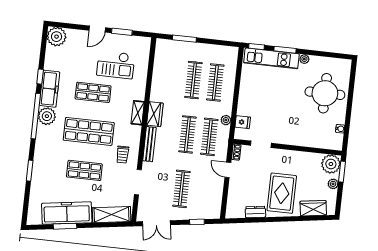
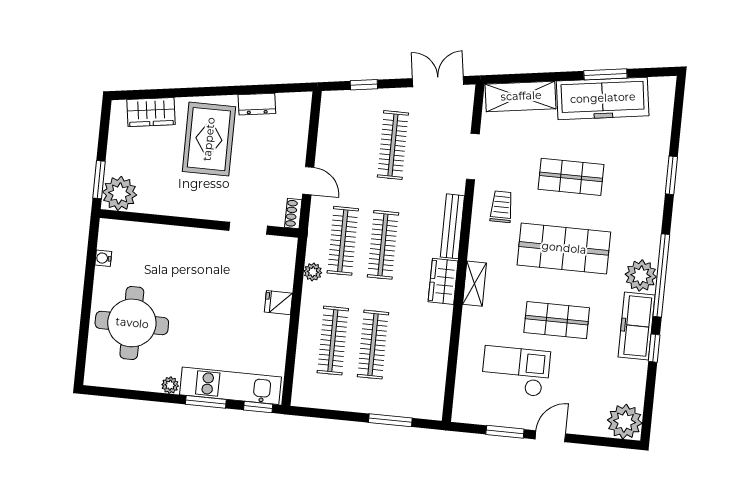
fridge: (243, 122) -> (278, 303), moved
plant: (333, 184) -> (115, 157), removed

